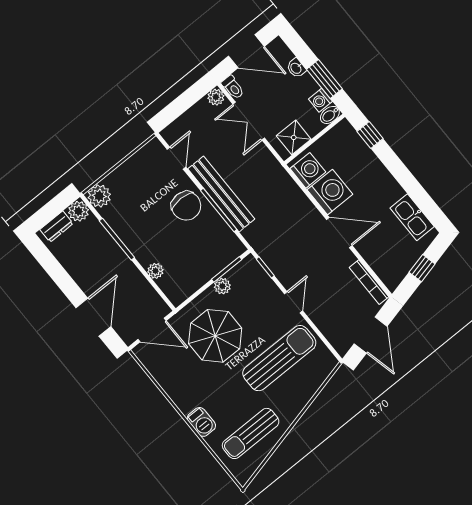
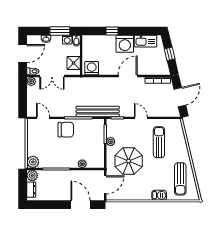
window: (370, 135) -> (112, 31), moved
washing machine: (330, 192) -> (125, 44), moved, turned 180
bench: (221, 194) -> (98, 111), moved
door: (371, 335) -> (180, 97), hinge flipped
sun lounger: (279, 358) -> (159, 142), width x0.73, depth x0.75

